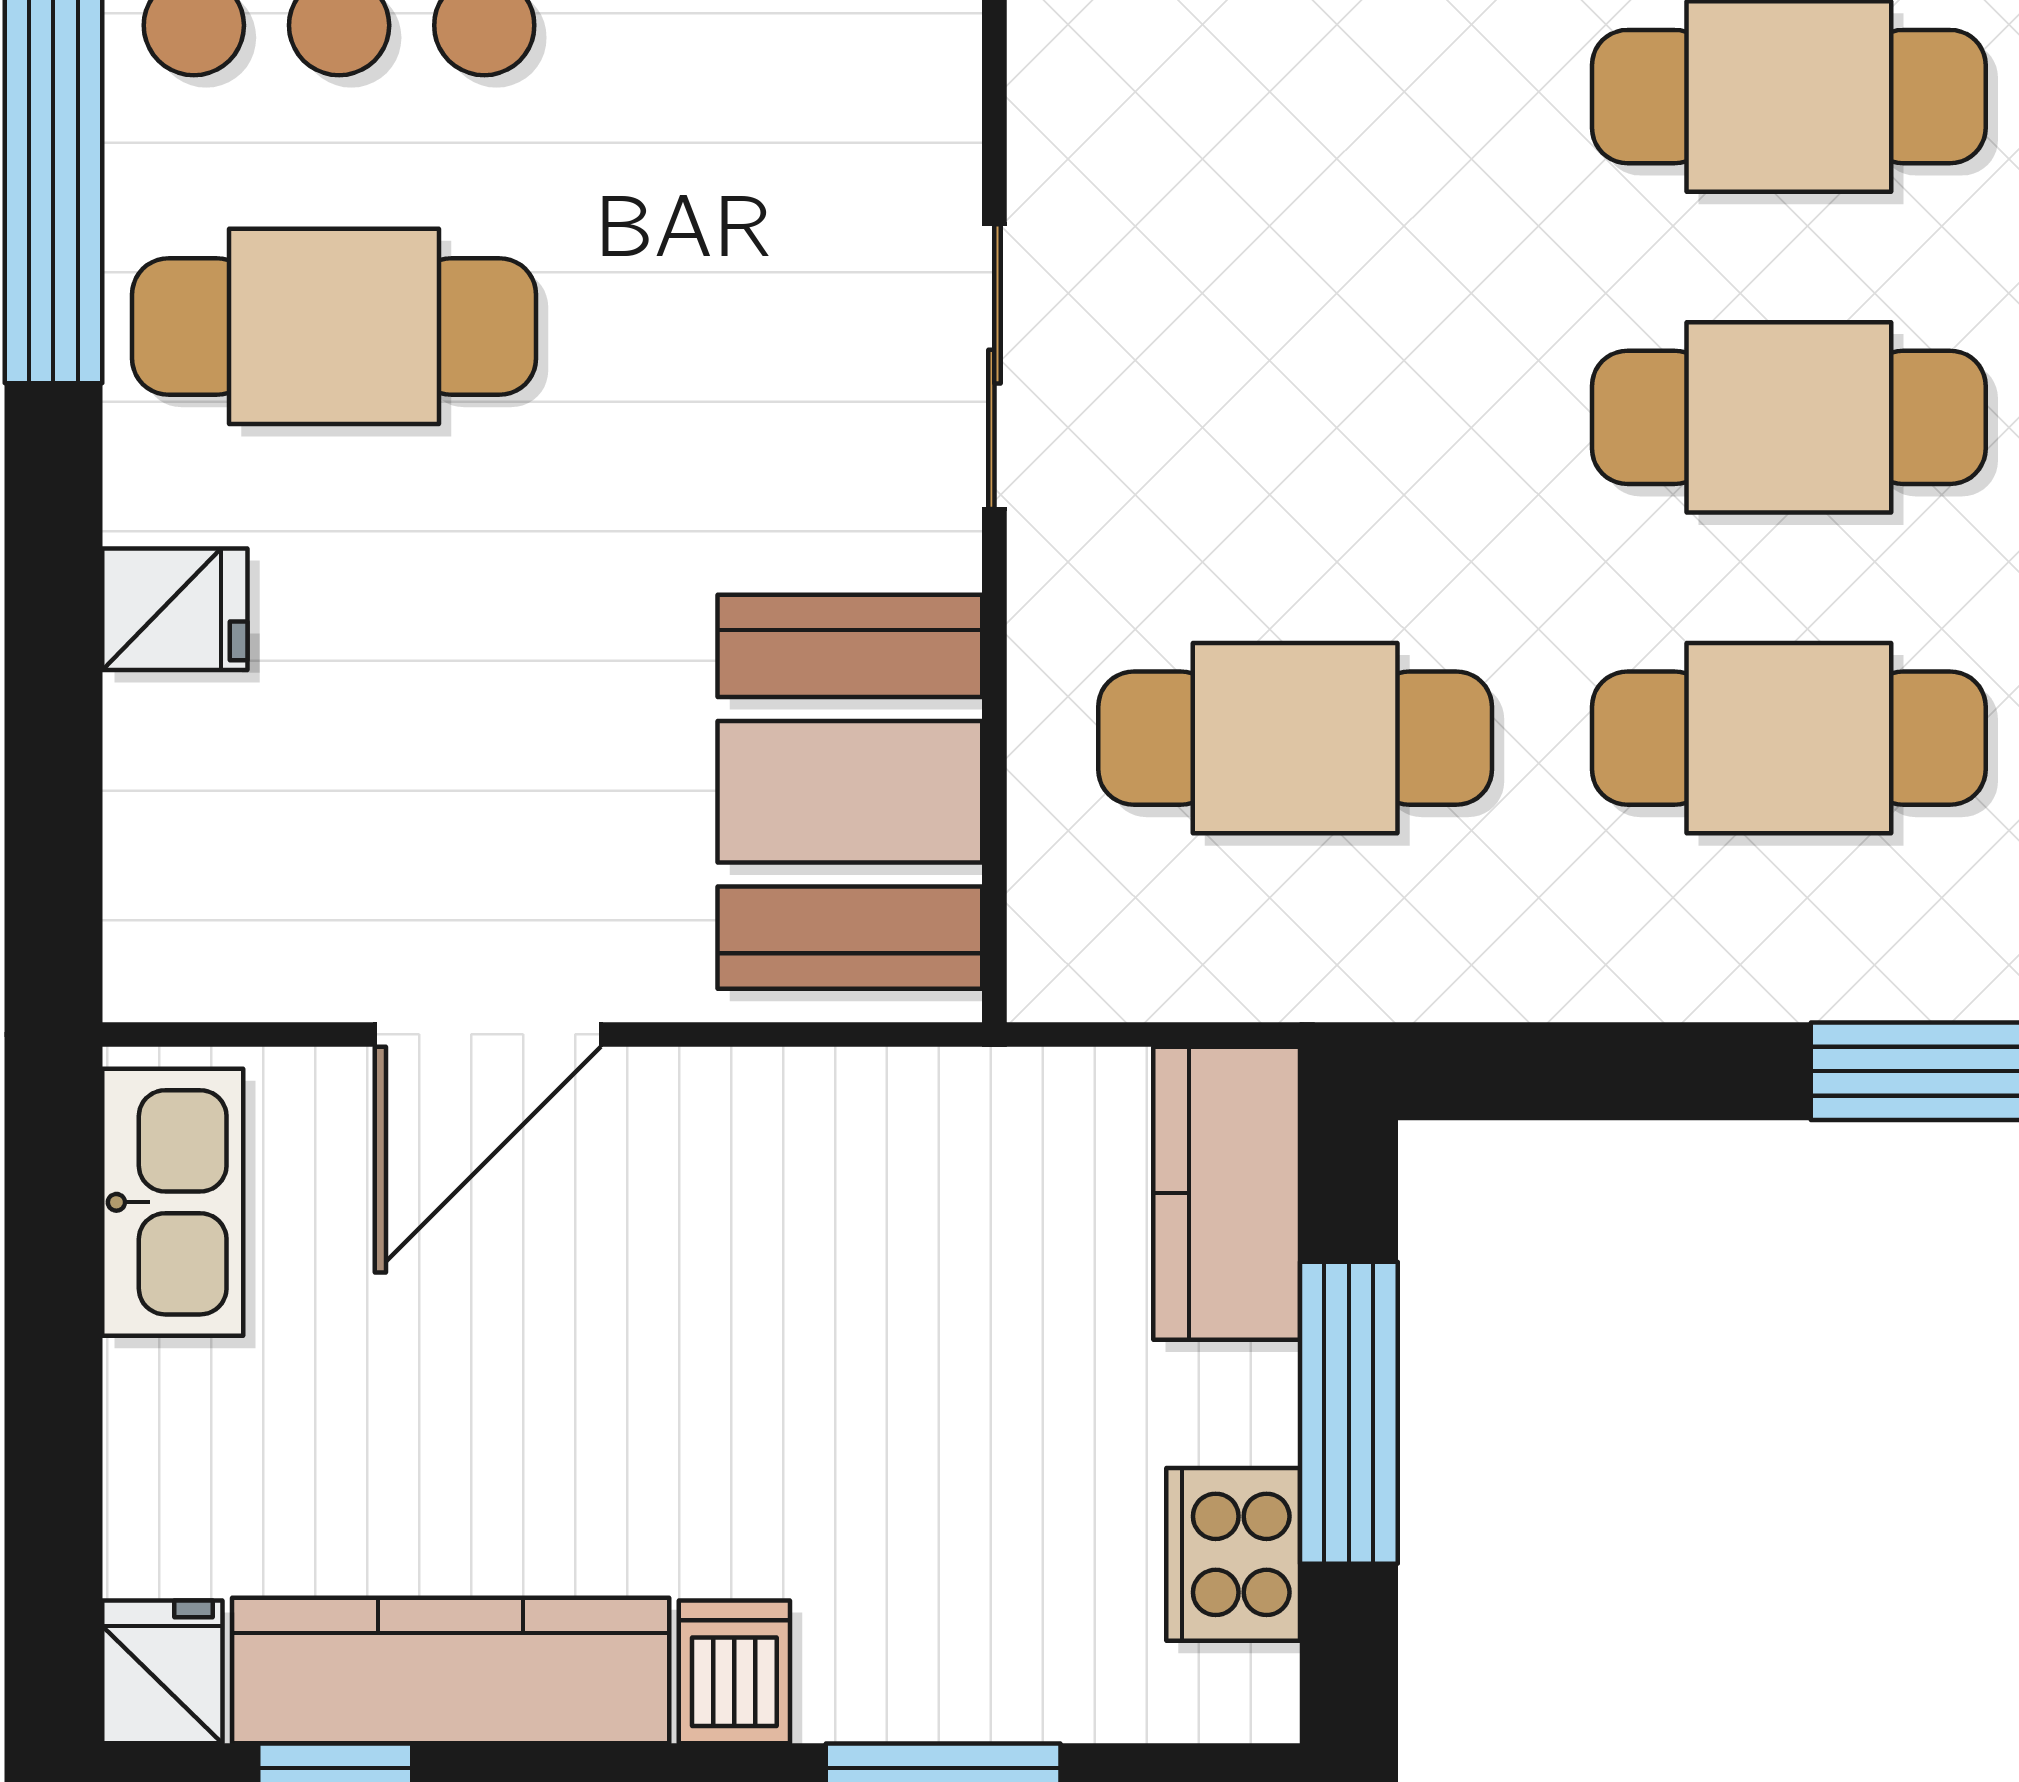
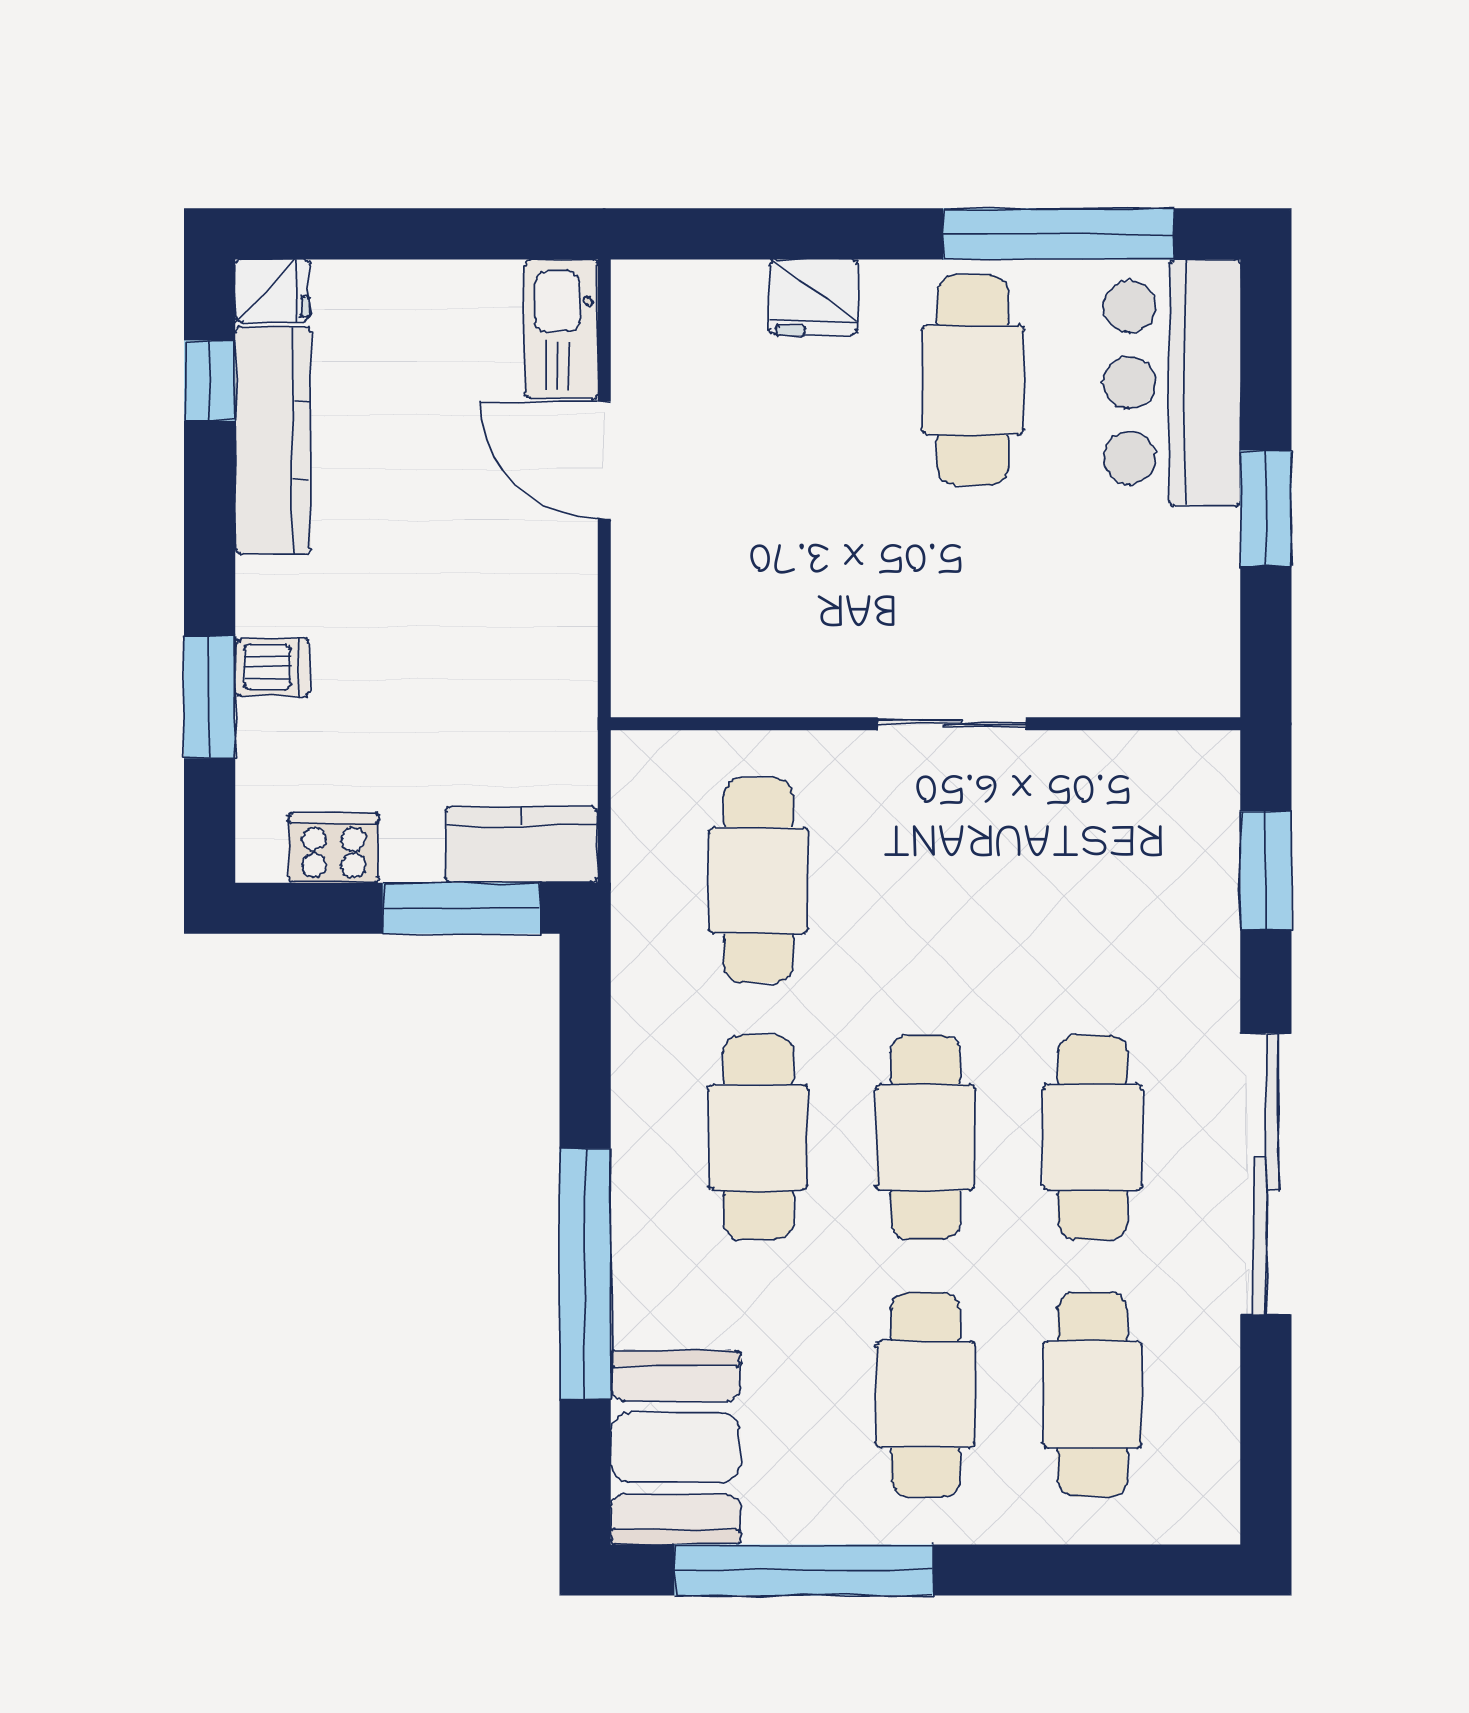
fridge: (175, 609) -> (813, 297), width x1.38
booth: (850, 792) -> (731, 649), removed
kitchen sink: (173, 1202) -> (561, 329), moved, turned 90
window: (1349, 1413) -> (461, 908), moved
dishwasher: (734, 1672) -> (272, 667), moved

